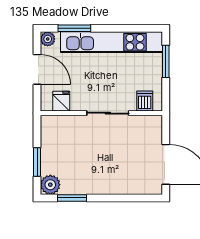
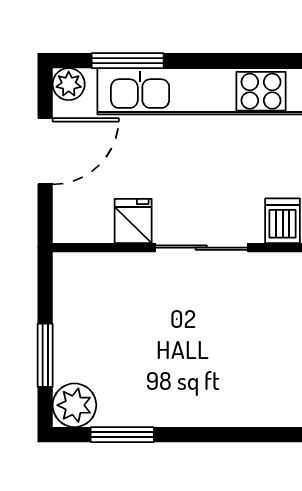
door: (37, 69) -> (45, 151), hinge flipped
fridge: (61, 101) -> (133, 221), moved

